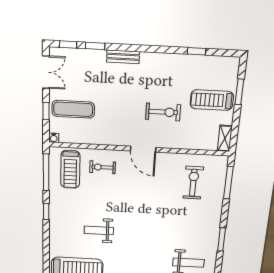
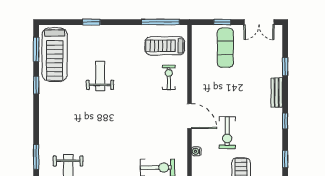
window: (68, 44) -> (285, 121), moved
water cooler: (54, 138) -> (196, 151), moved
door: (143, 149) -> (189, 116), swing flipped
window: (46, 211) -> (91, 22), moved

